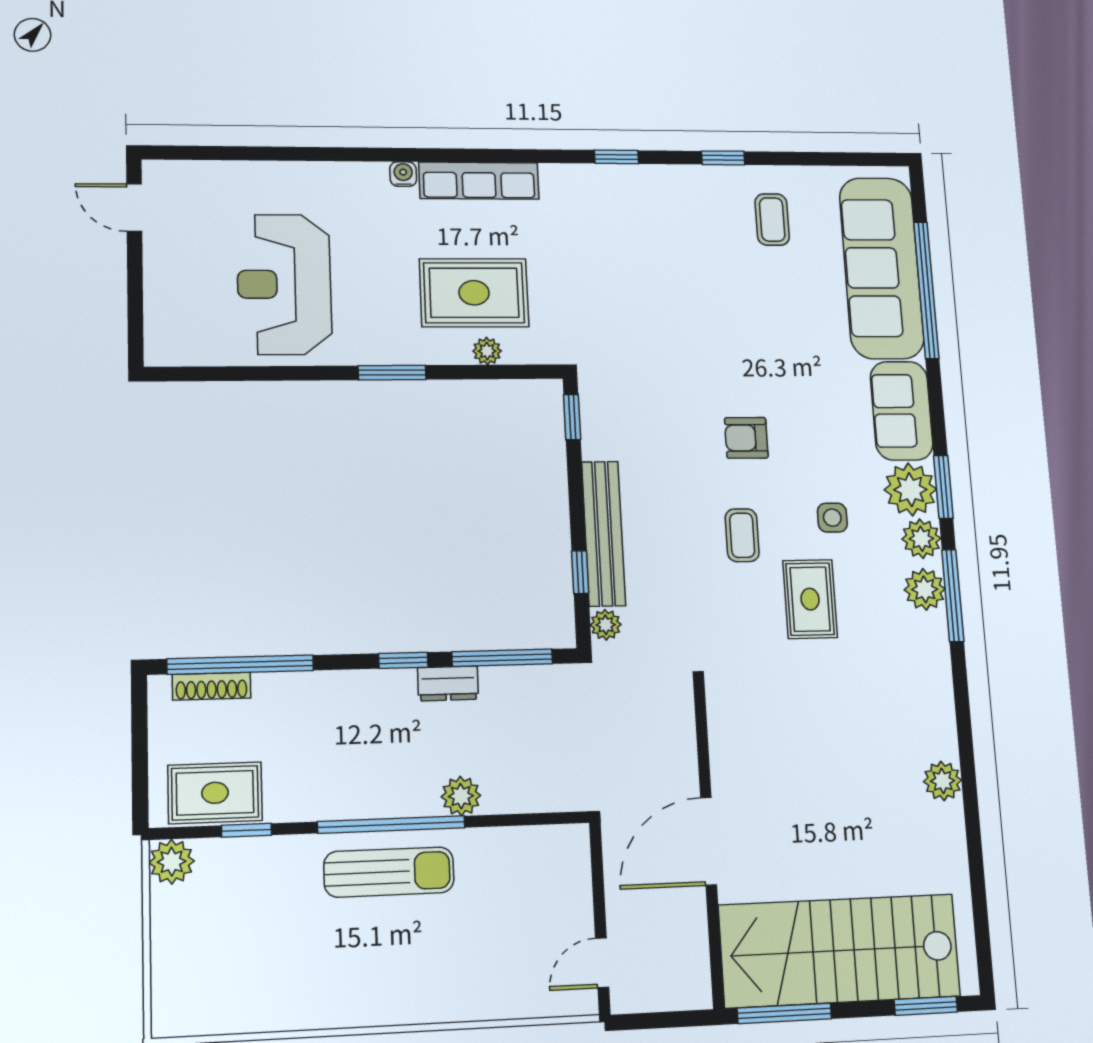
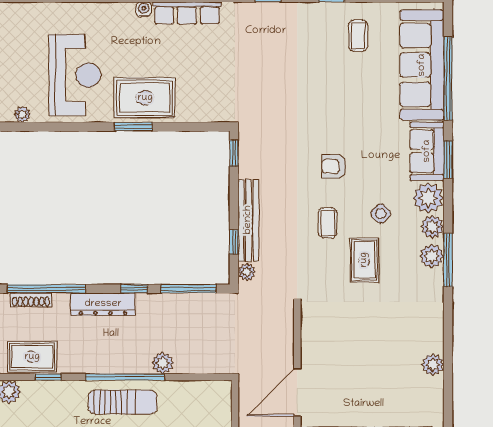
reception desk: (284, 284) -> (75, 75), turned 180
rug: (474, 293) -> (145, 98), moved
plant: (487, 351) -> (22, 114), moved
window: (943, 487) -> (448, 159), moved
side table: (832, 518) -> (381, 214), turned 45
dresser: (448, 683) -> (103, 304), moved, width x1.96, depth x1.24

